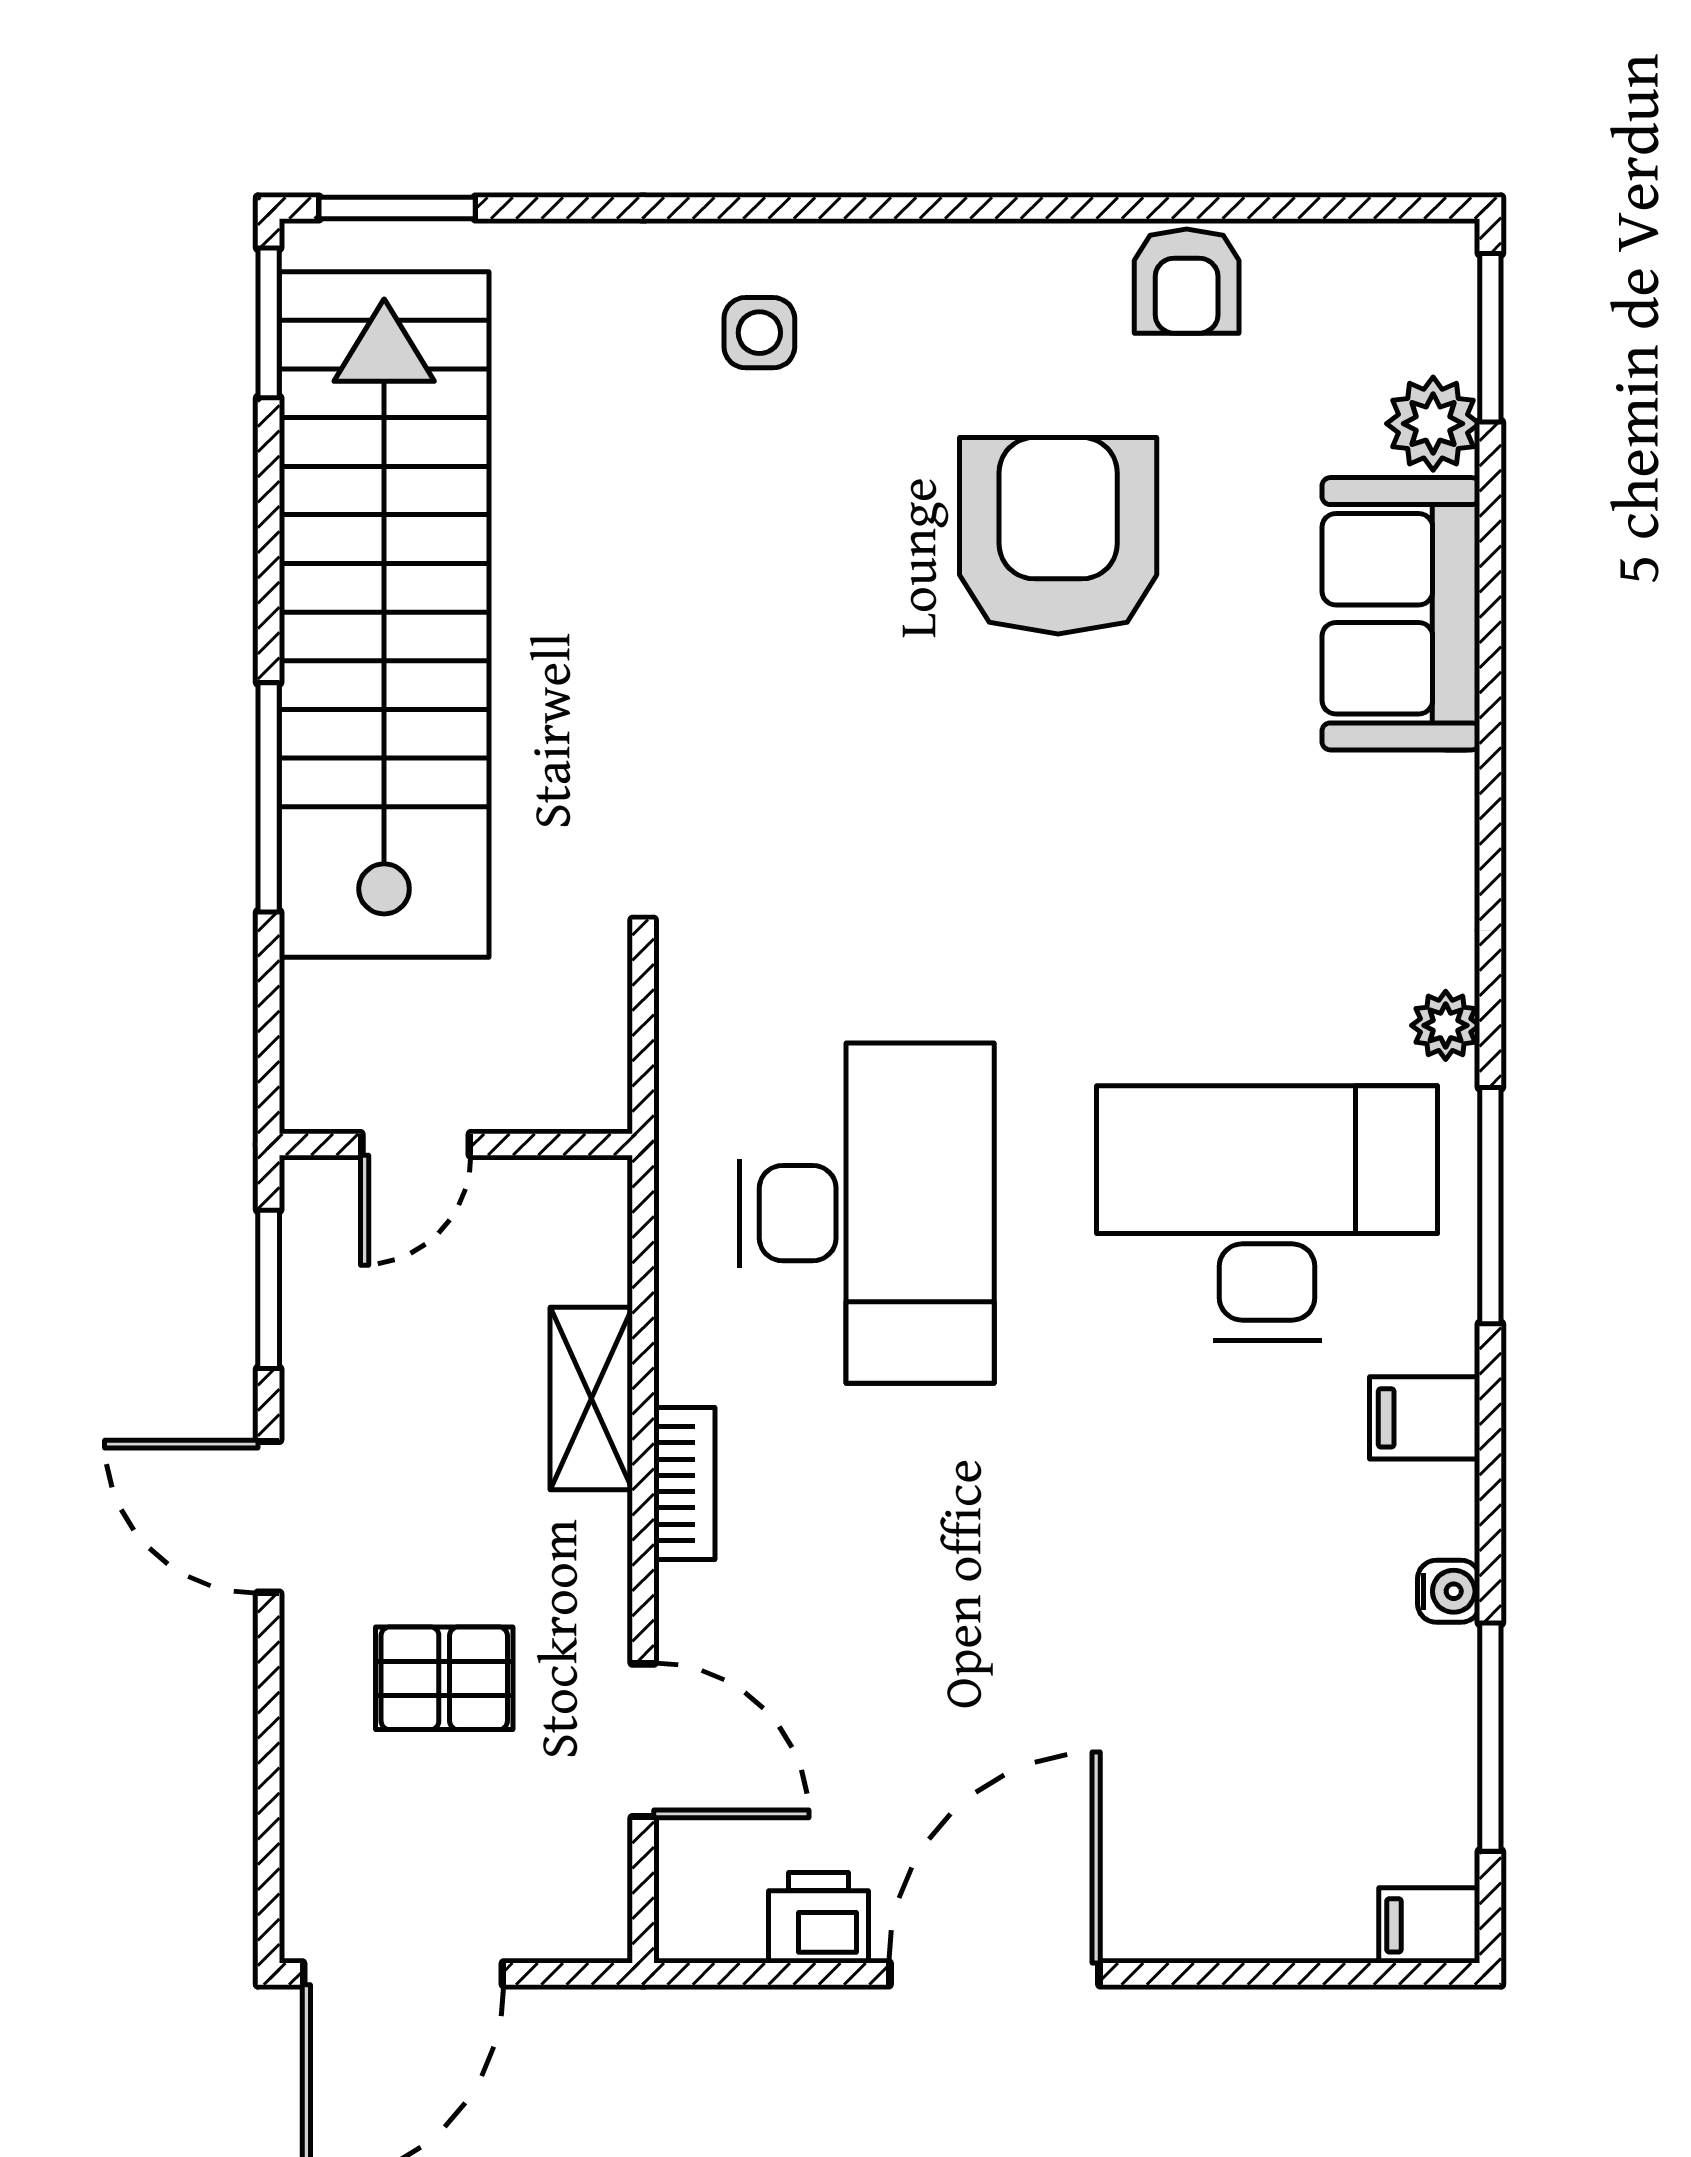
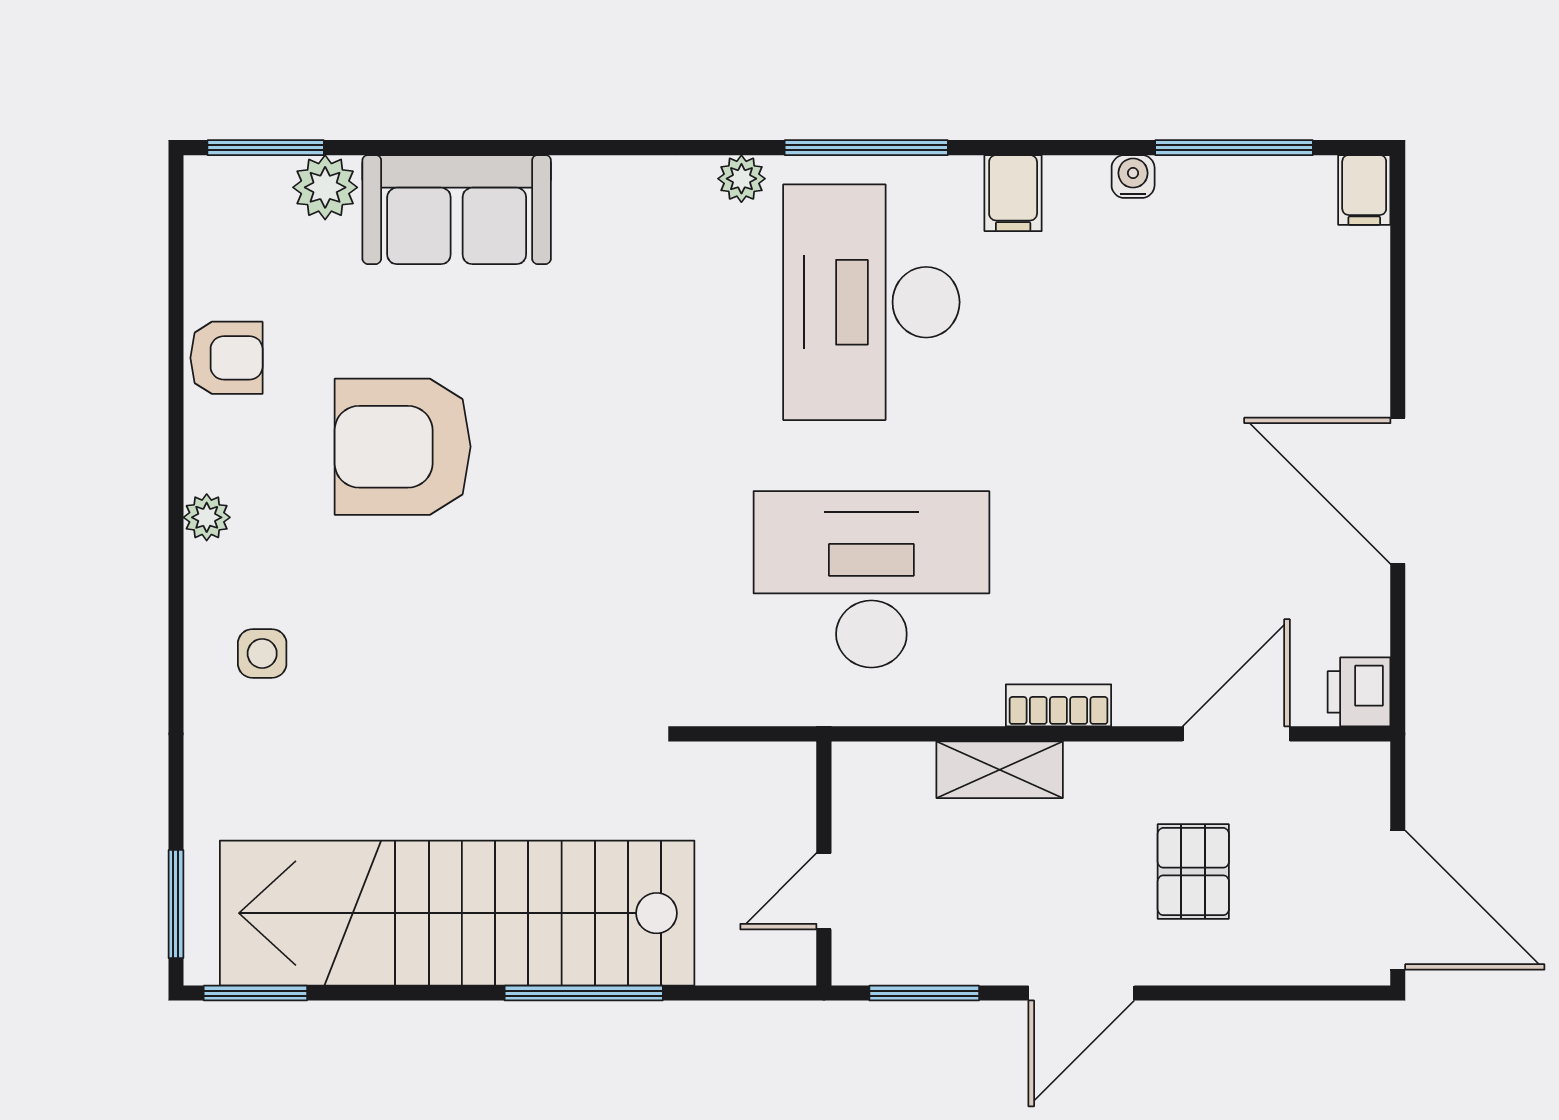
plant: (956, 252) -> (207, 517), added
door: (416, 1144) -> (824, 891), swing flipped
printer: (818, 1918) -> (1359, 692), moved

